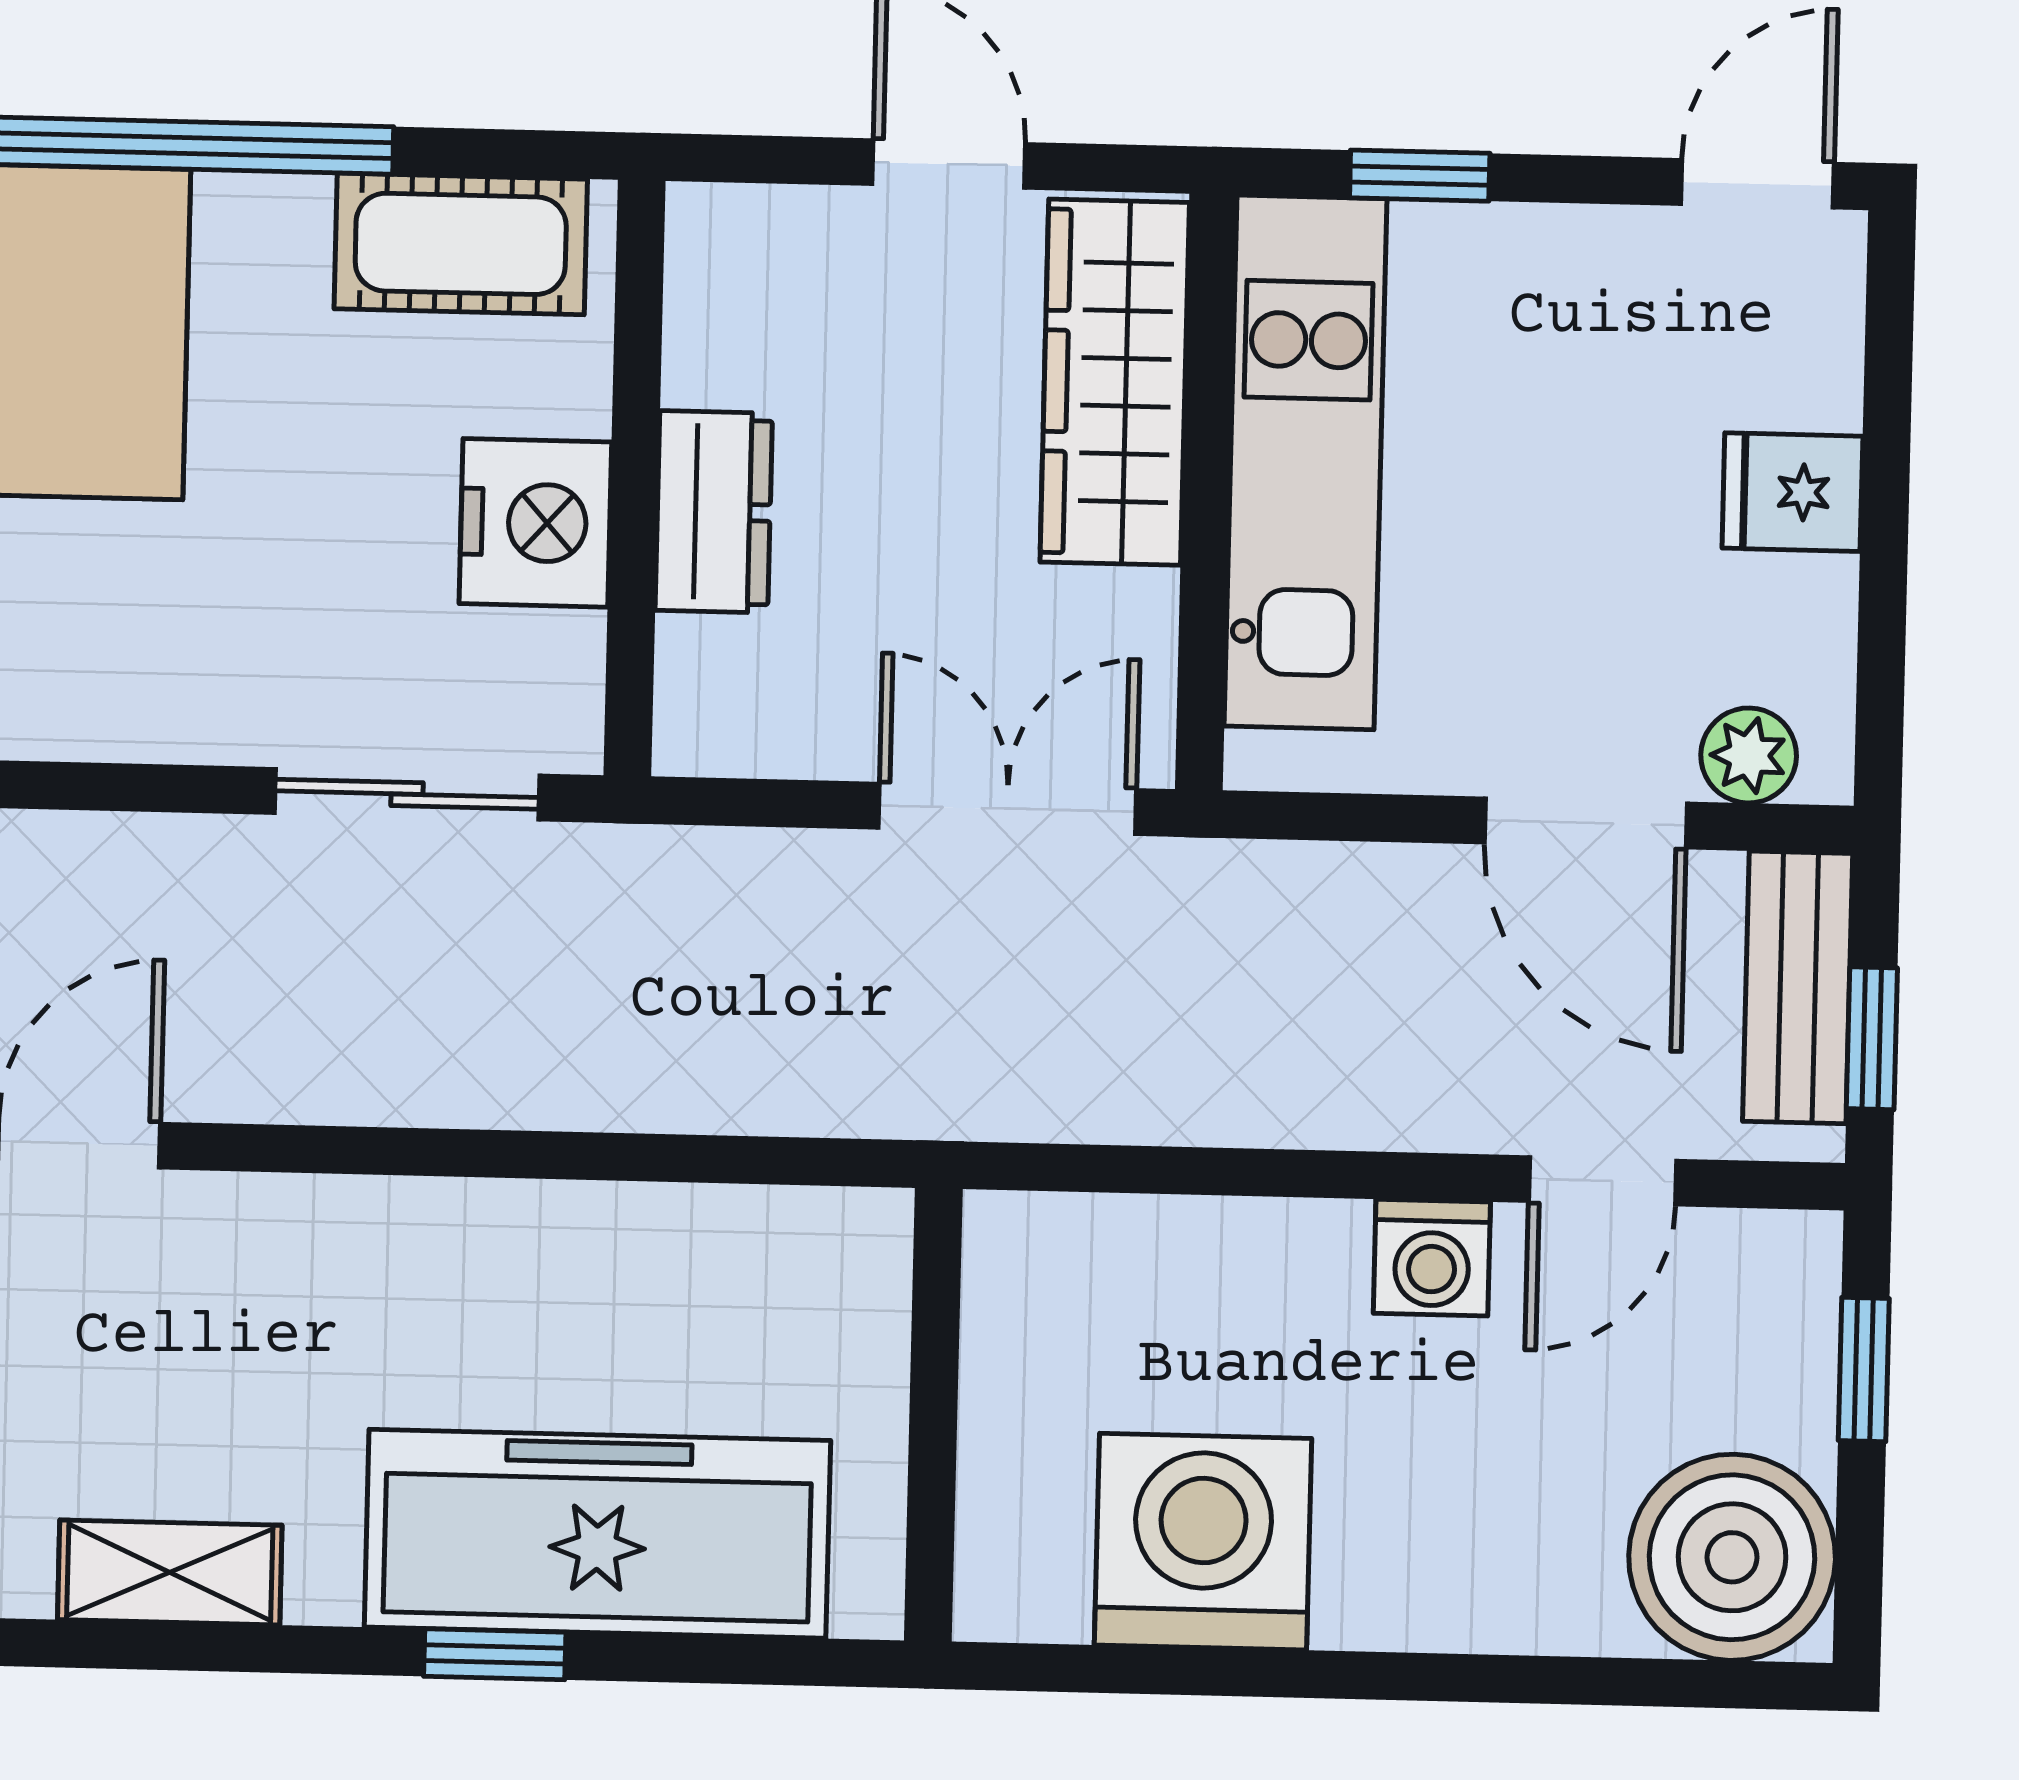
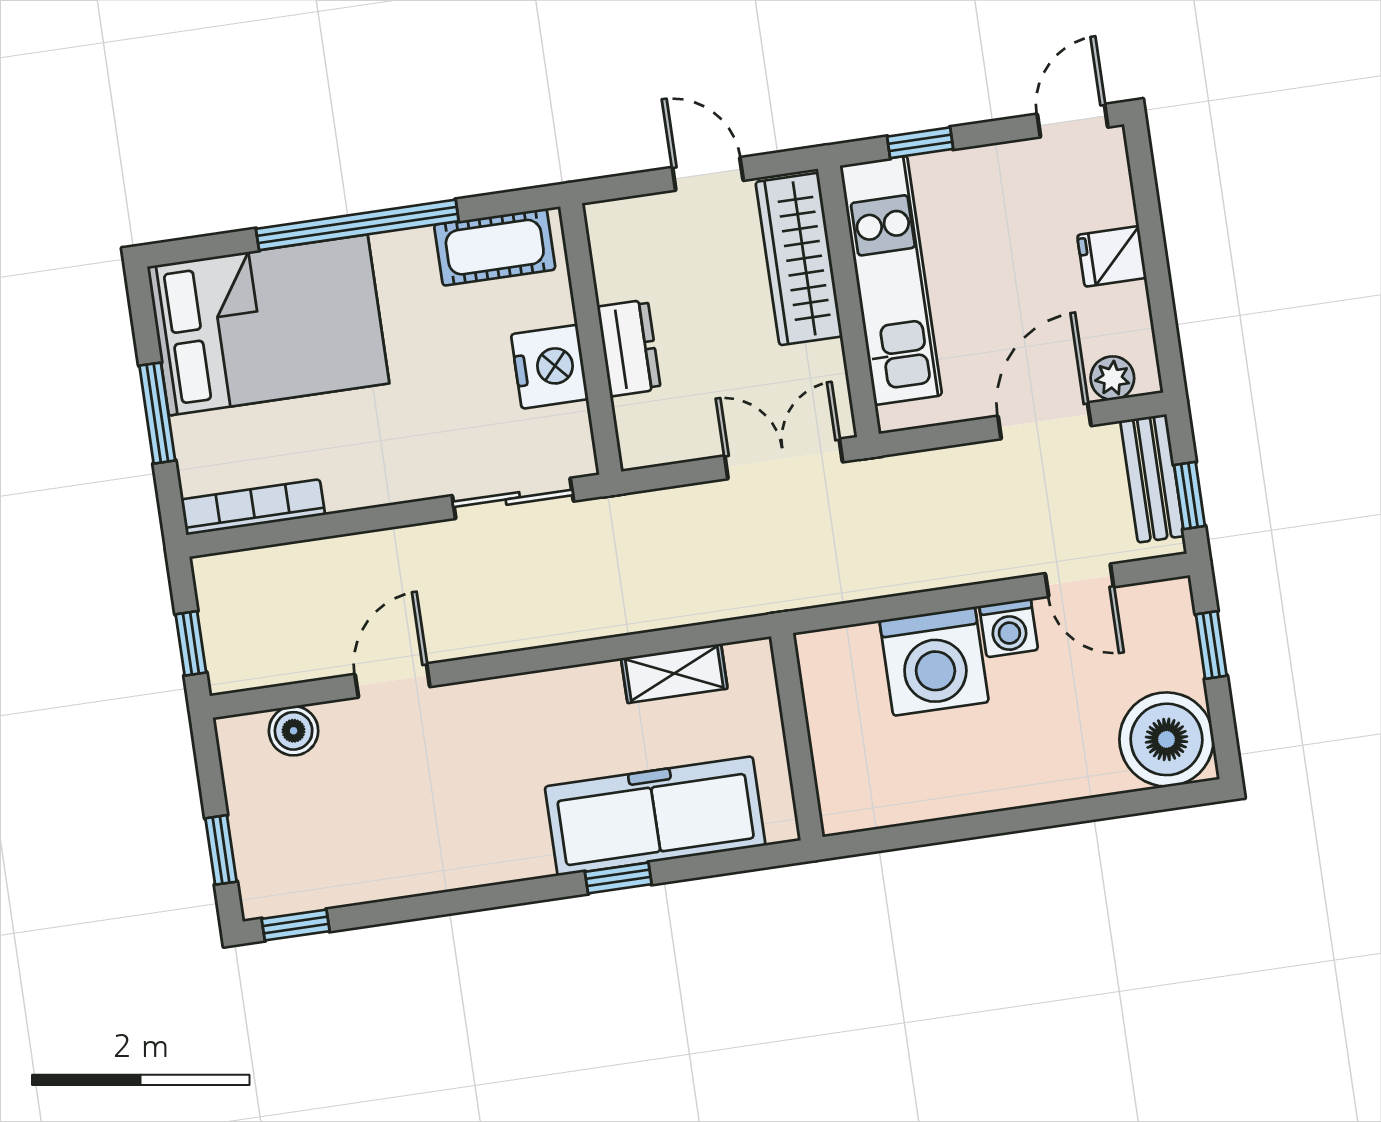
door: (1586, 823) -> (1044, 421), swing flipped
door: (1603, 1181) -> (1079, 580), hinge flipped
washing machine: (1203, 1542) -> (934, 661), moved, turned 180
shelving: (170, 1572) -> (674, 673), moved

